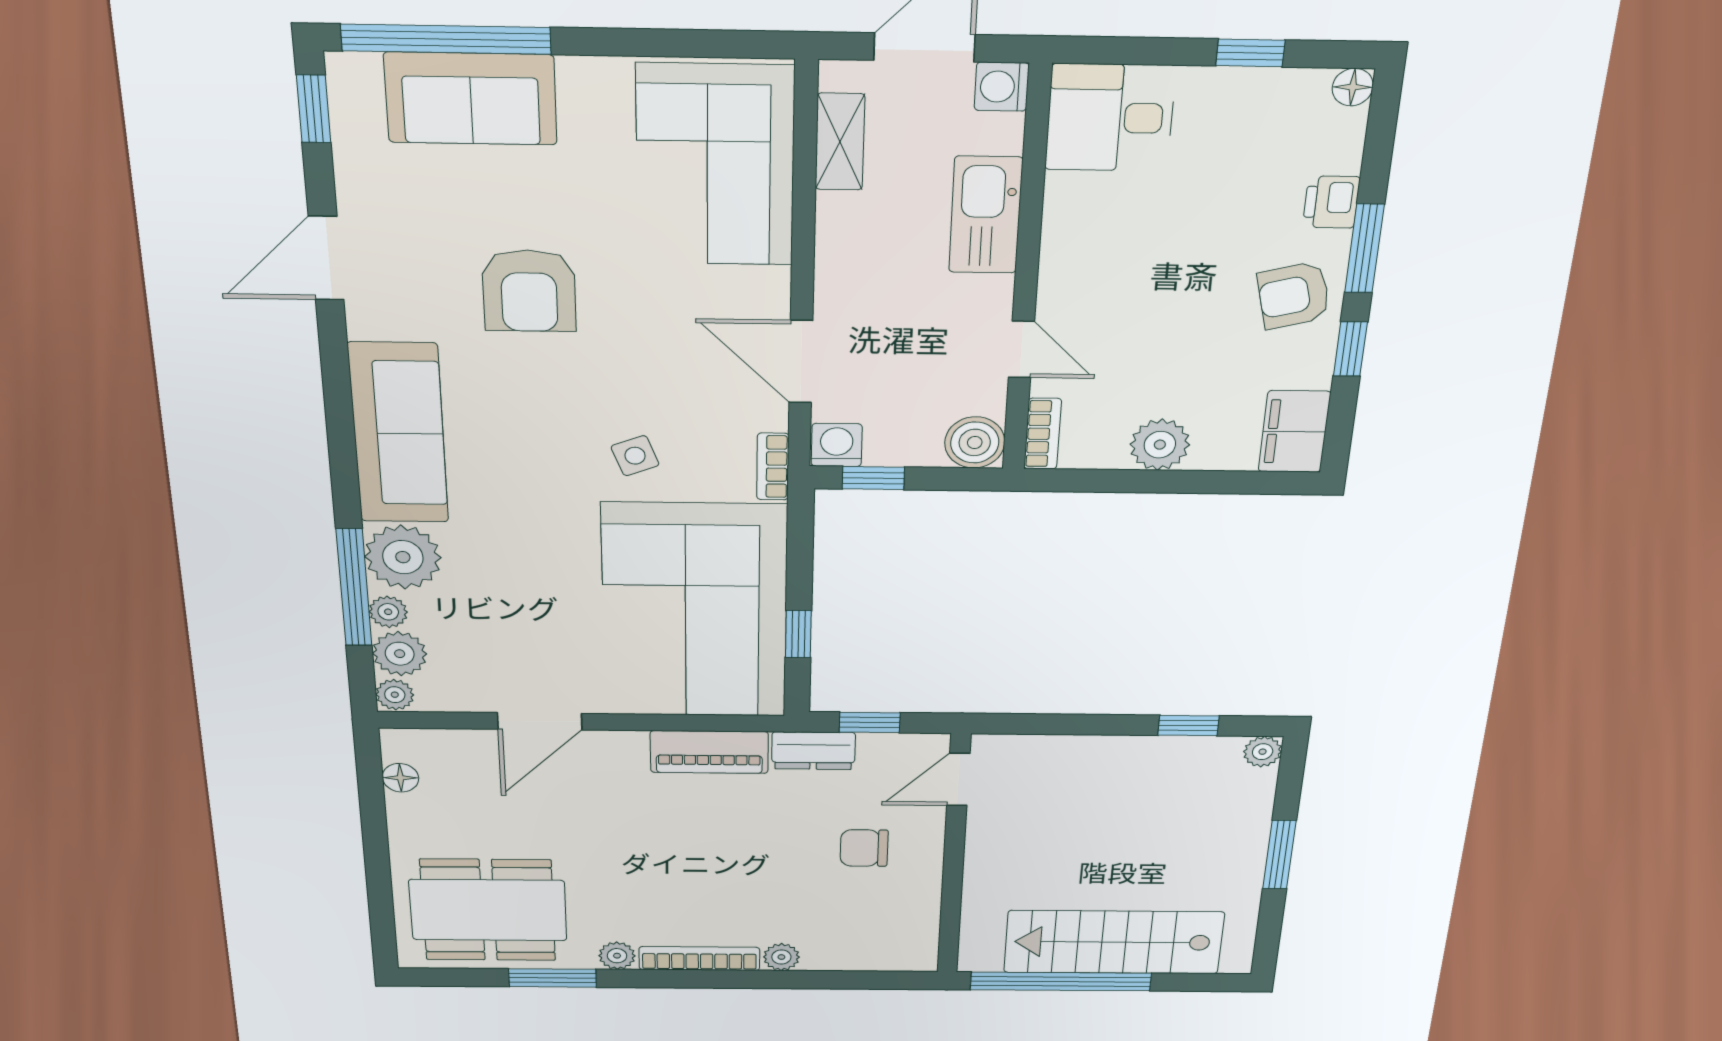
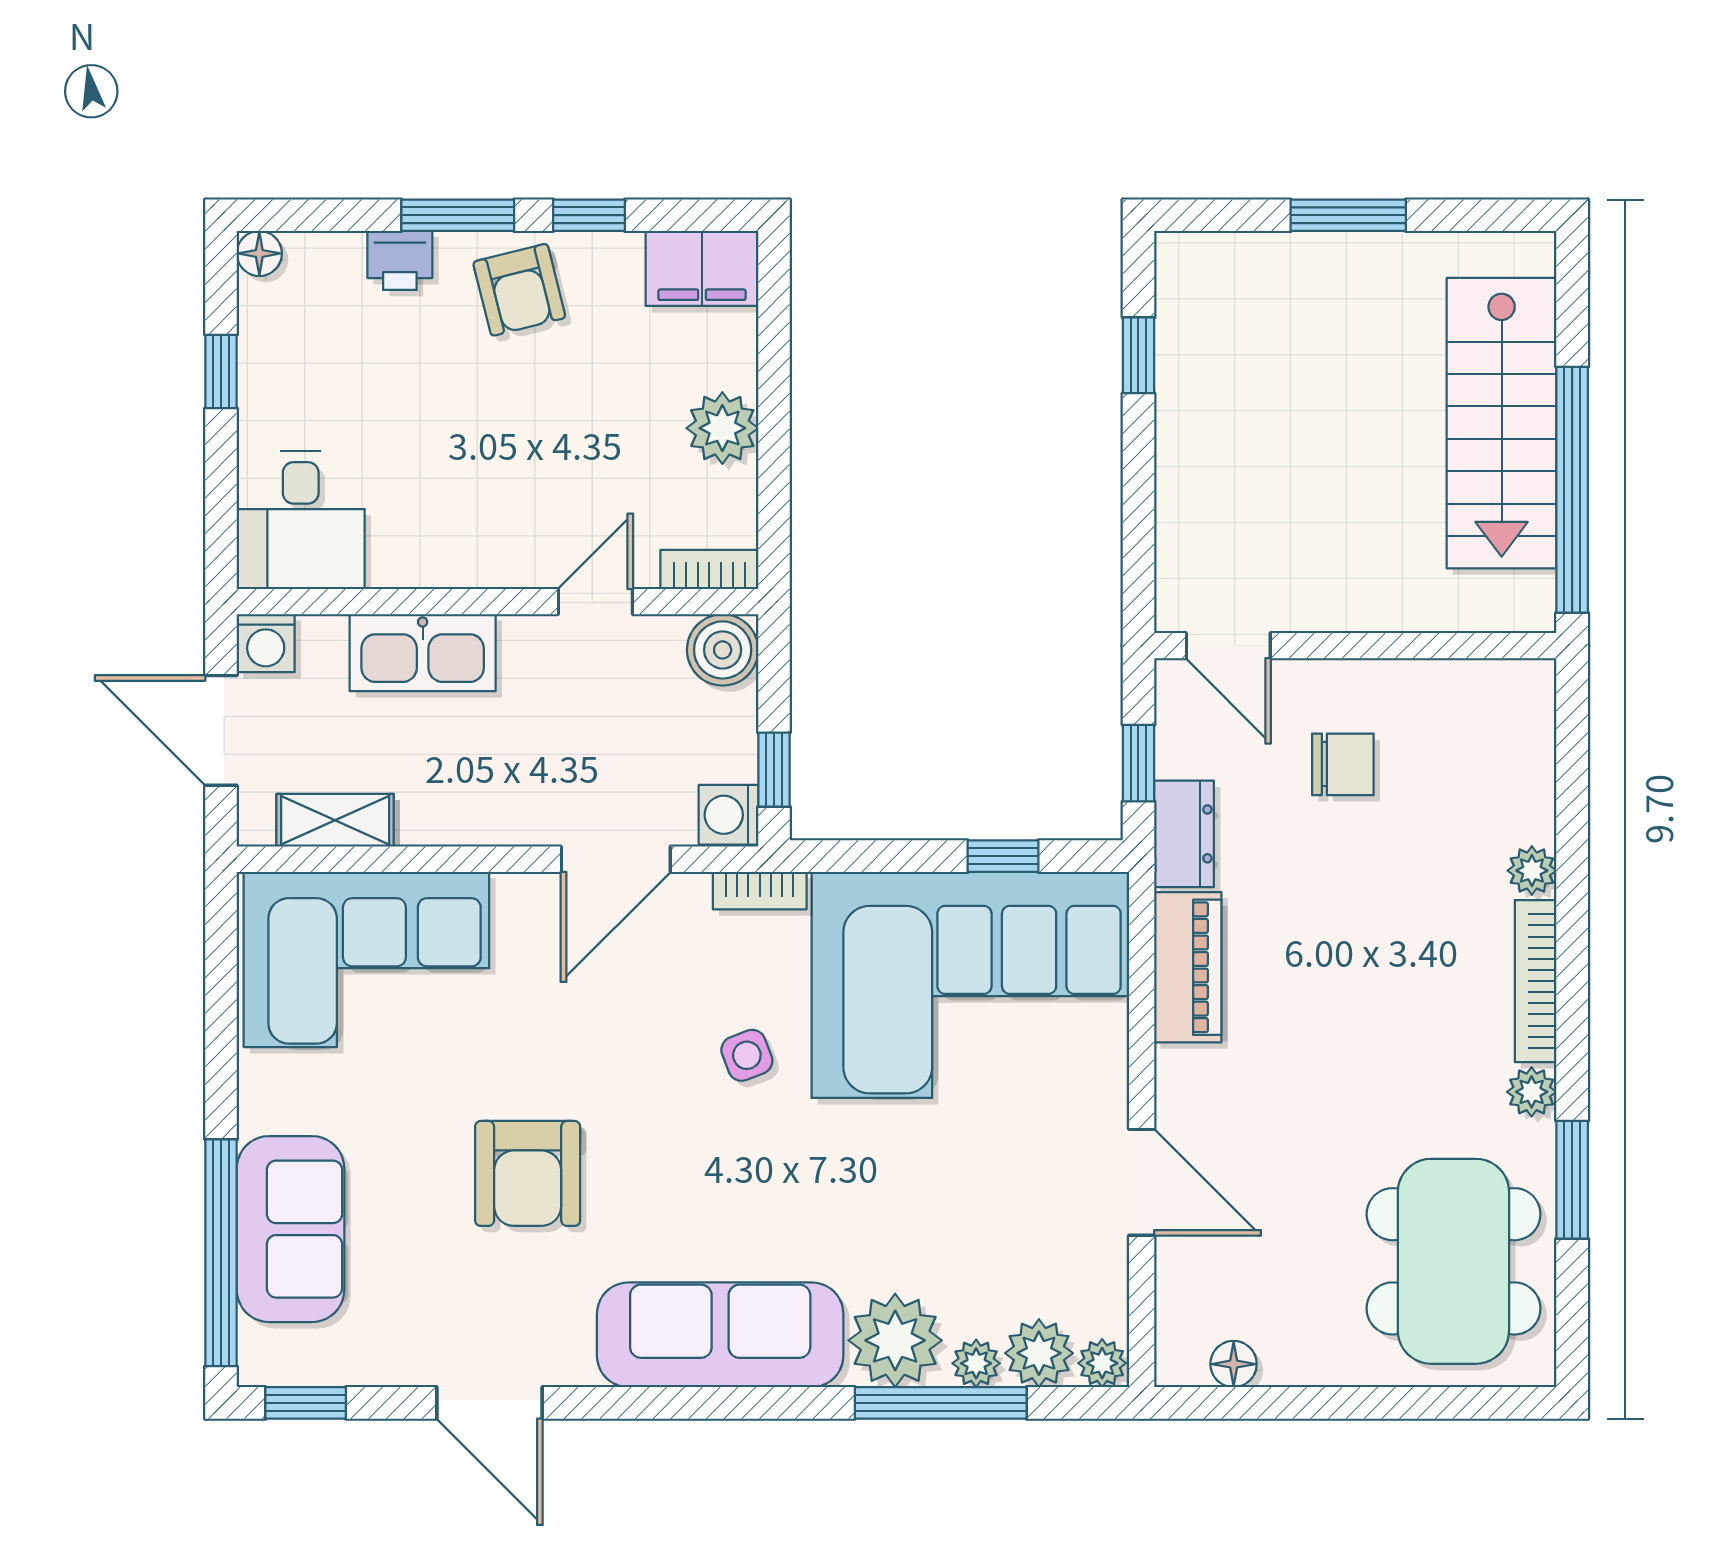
armchair: (529, 291) -> (528, 1173), turned 90
plant: (1263, 752) -> (1179, 256), removed
chair: (864, 848) -> (1343, 764), turned -90

